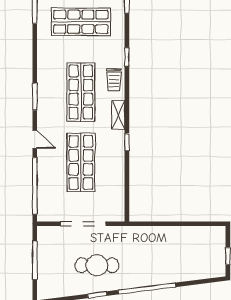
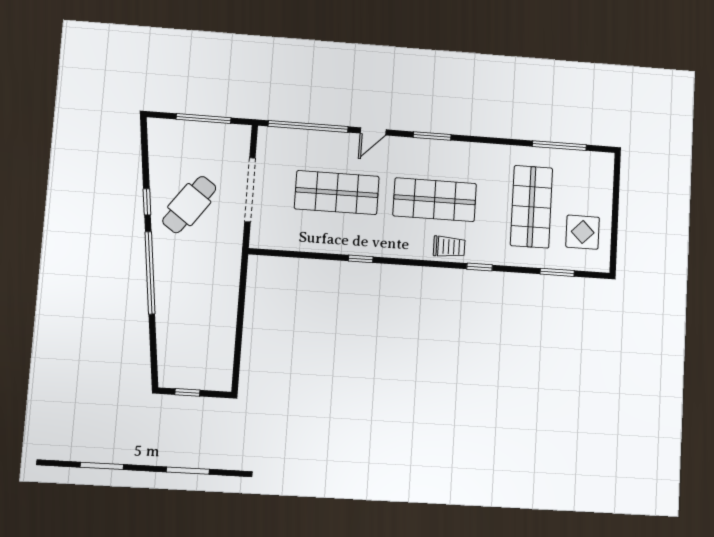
trolley: (114, 80) -> (449, 247), turned 180
shelving: (118, 115) -> (400, 249), removed
cafe table: (97, 265) -> (189, 205), turned 36

